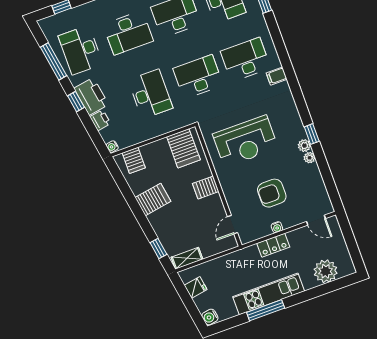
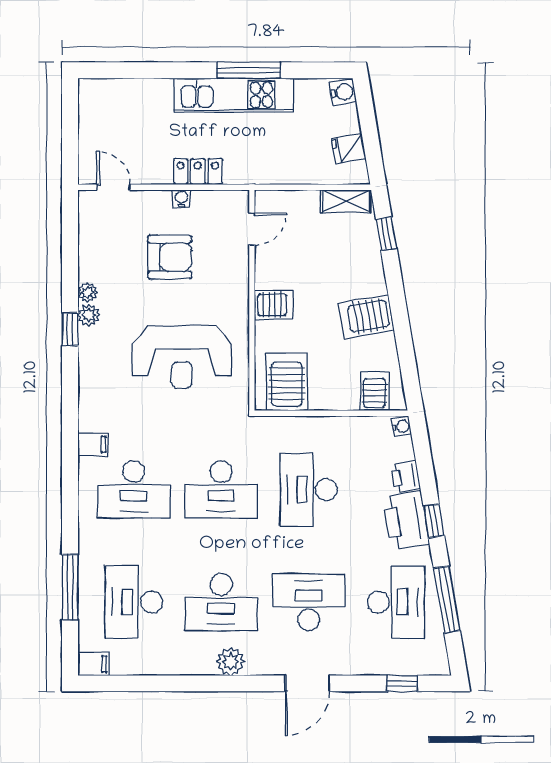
reception desk: (245, 141) -> (182, 357), turned 180
plant: (326, 271) -> (128, 98), removed

